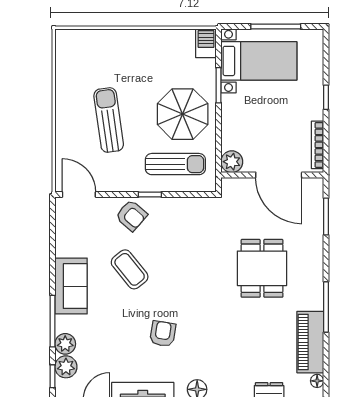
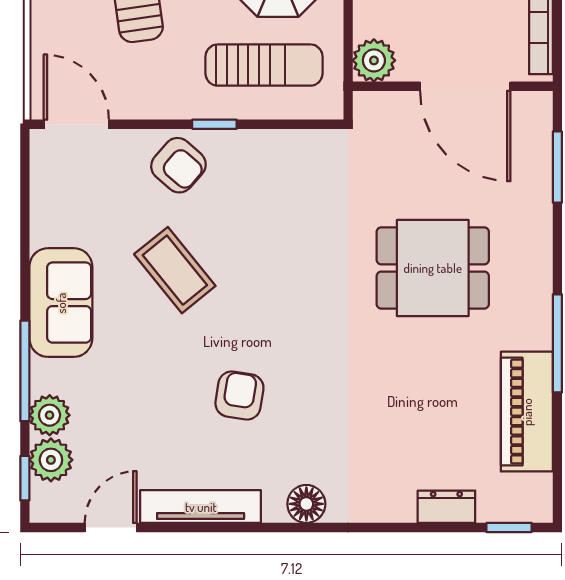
dining table: (262, 268) -> (433, 268), turned 90
floor lamp: (317, 381) -> (540, 487), removed

